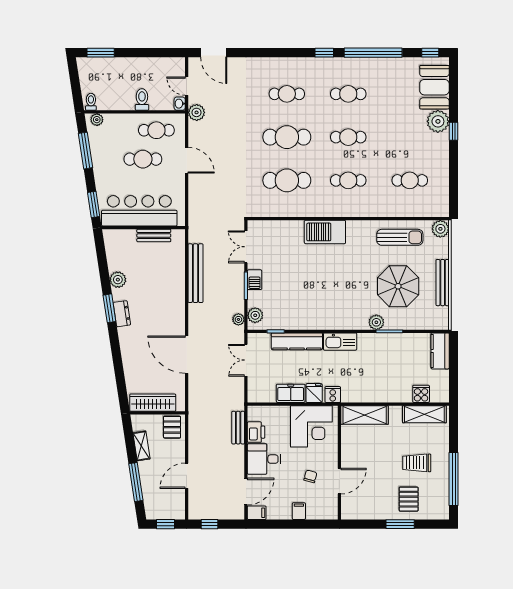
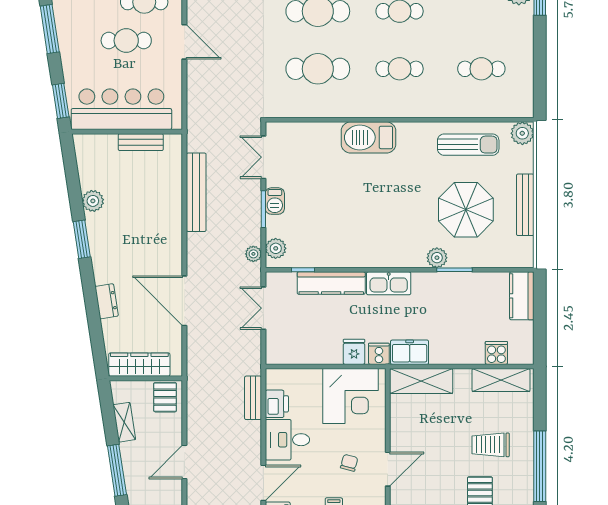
dresser: (122, 314) -> (107, 301), moved
freezer: (291, 393) -> (410, 352), moved

